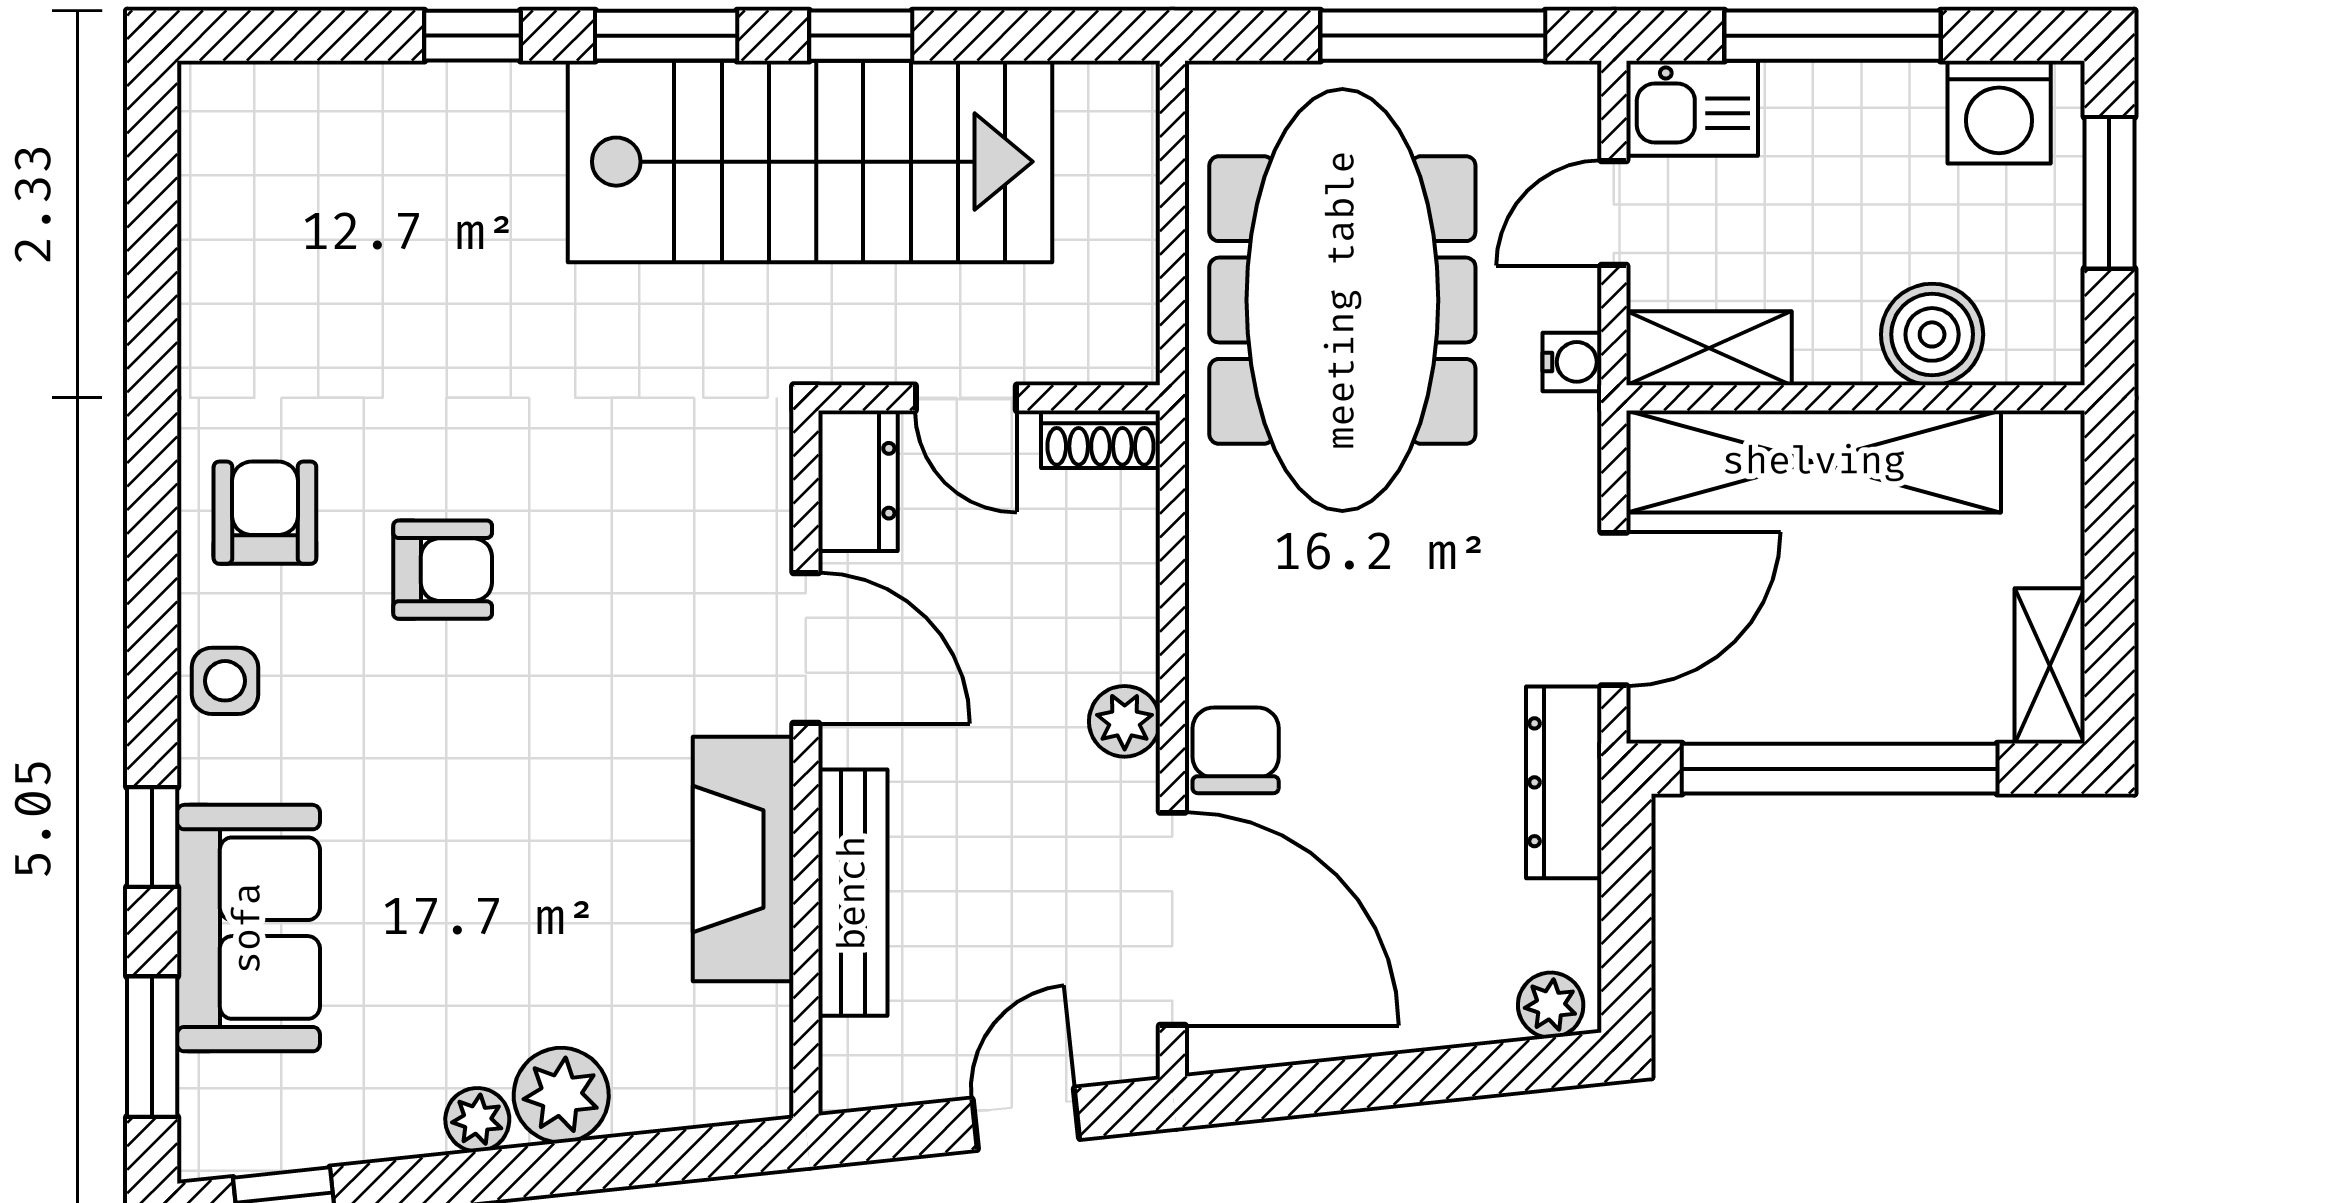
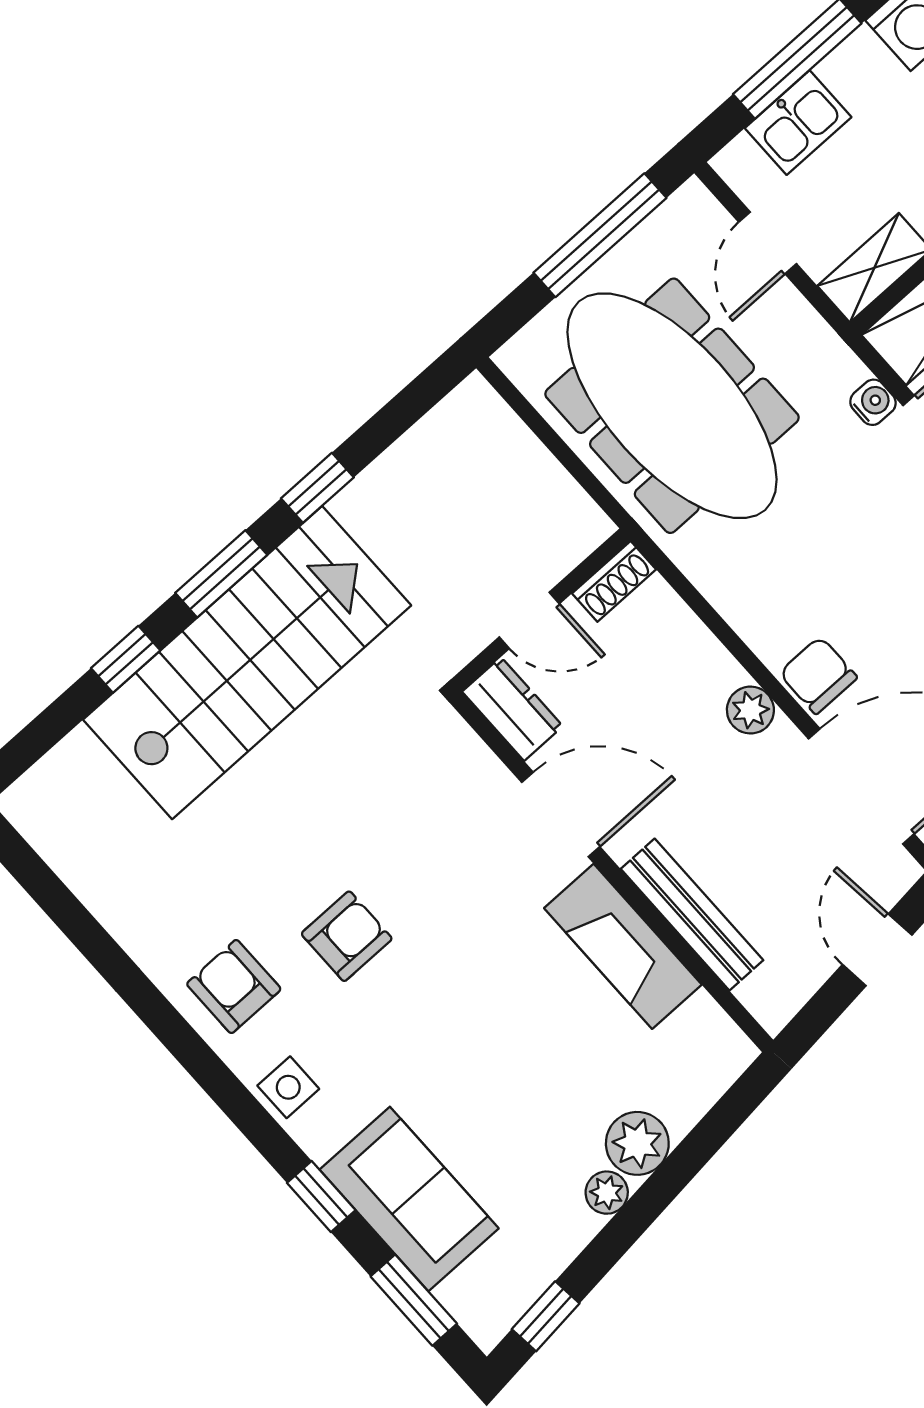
kitchen sink: (1692, 108) -> (798, 123), moved
stairs: (810, 162) -> (247, 663), moved
water cooler: (1572, 362) -> (873, 402), moved

